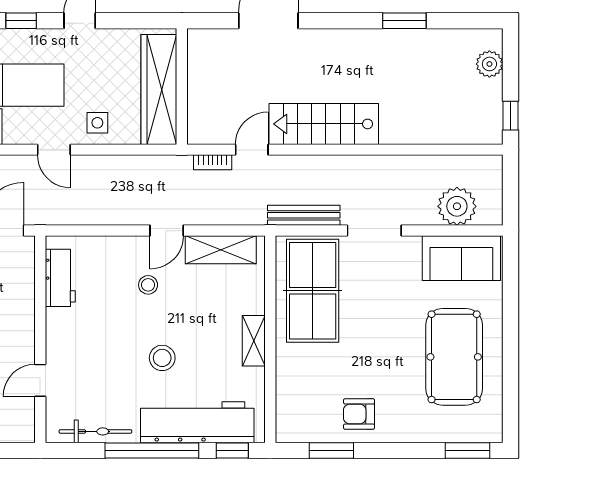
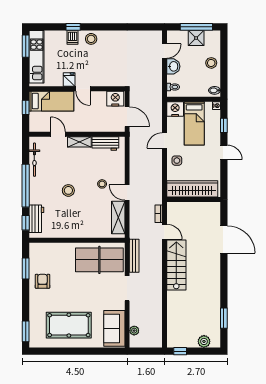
window: (404, 21) -> (224, 318), moved
plant: (457, 206) -> (134, 331), width x0.53, depth x0.53
shelving: (254, 341) -> (79, 142), moved
workbench: (197, 422) -> (36, 219), width x0.53, depth x0.76

